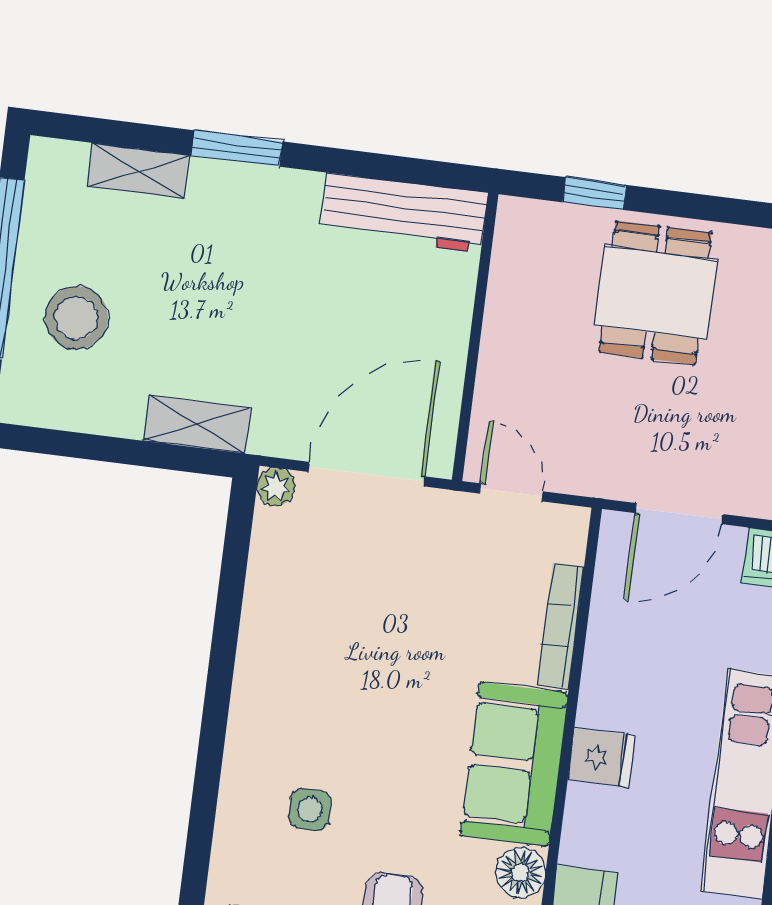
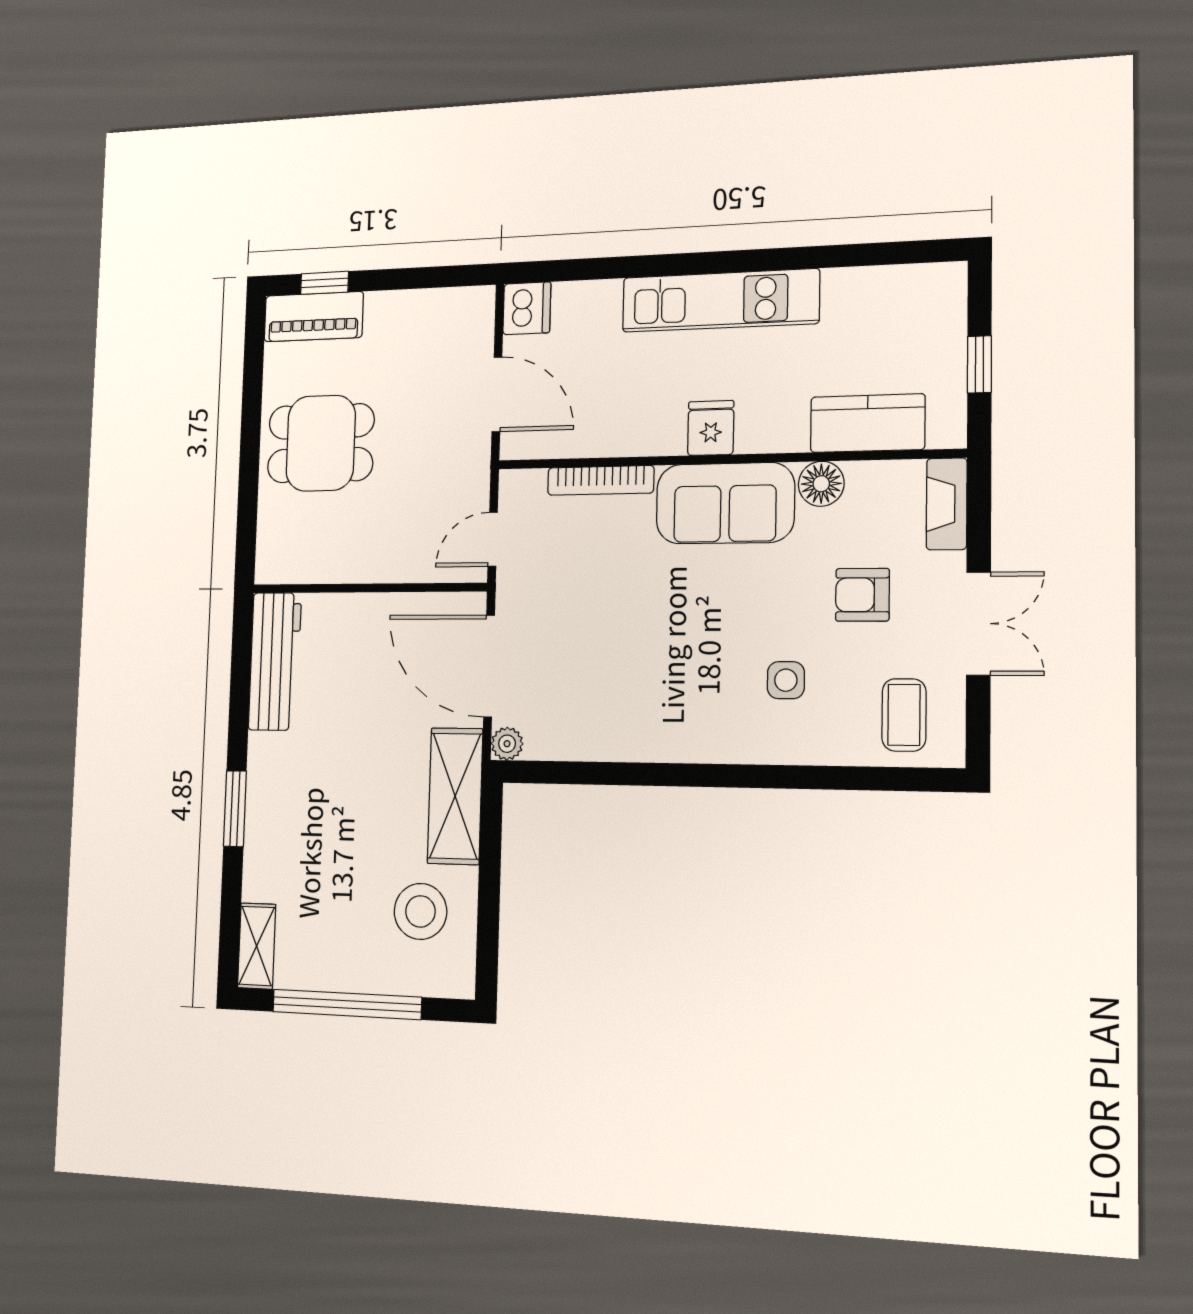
shelving: (138, 171) -> (257, 946), moved
window: (594, 194) -> (248, 505), removed
stool: (76, 318) -> (420, 911), moved
shelving: (197, 424) -> (455, 796), width x1.50, depth x1.33

